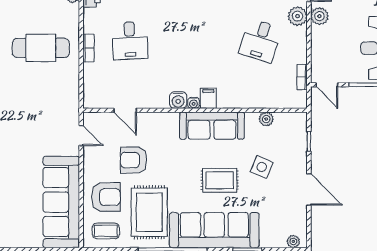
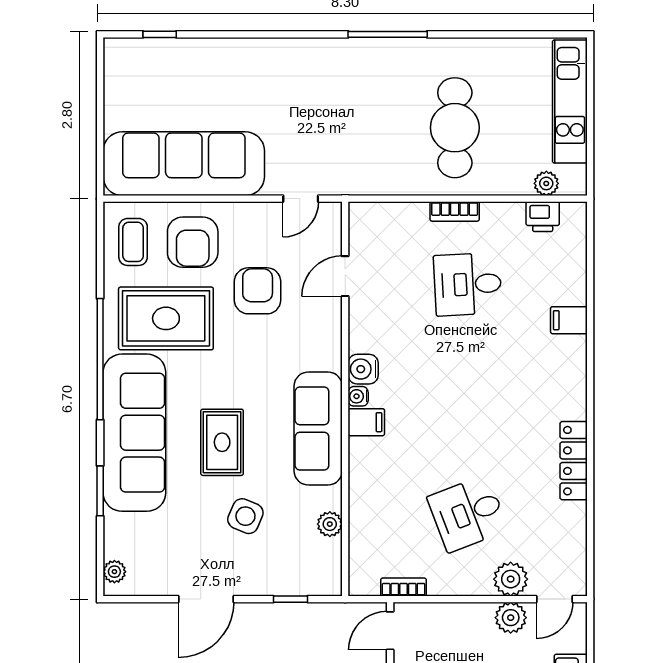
desk: (260, 41) -> (468, 514), turned -39

